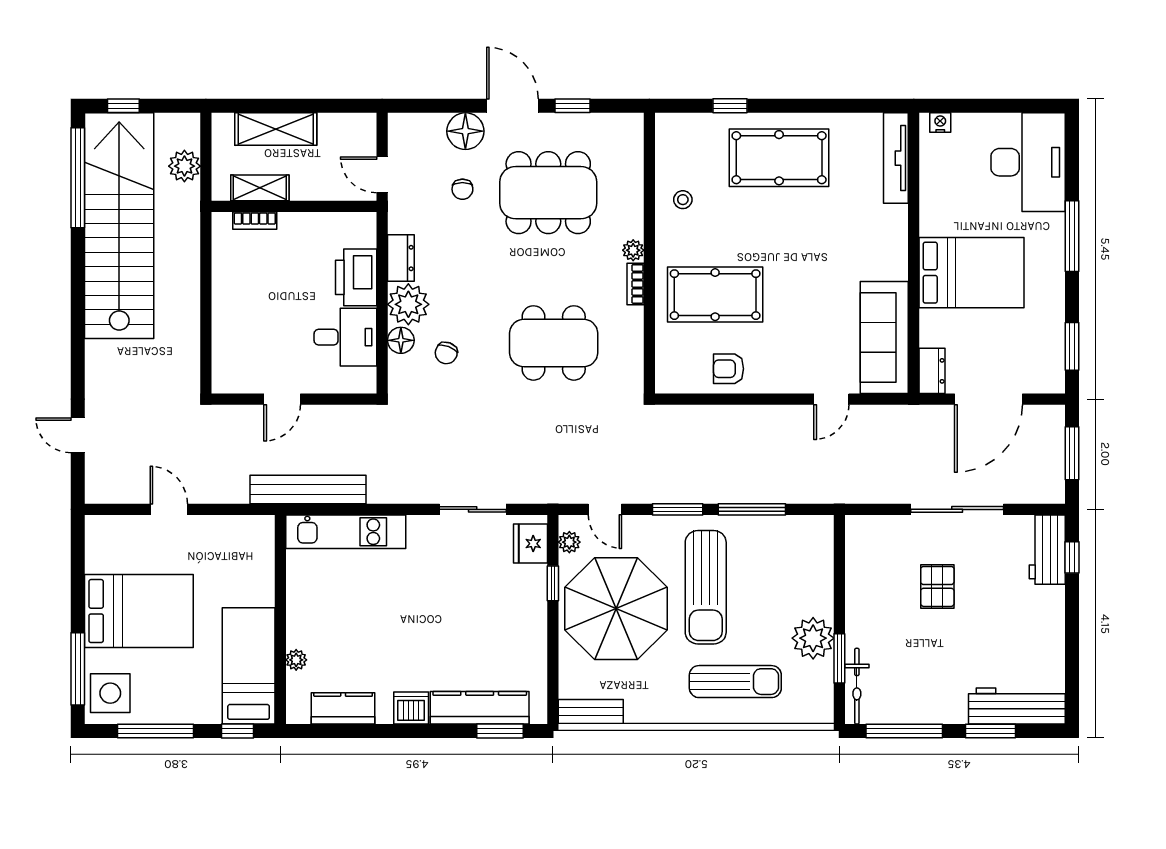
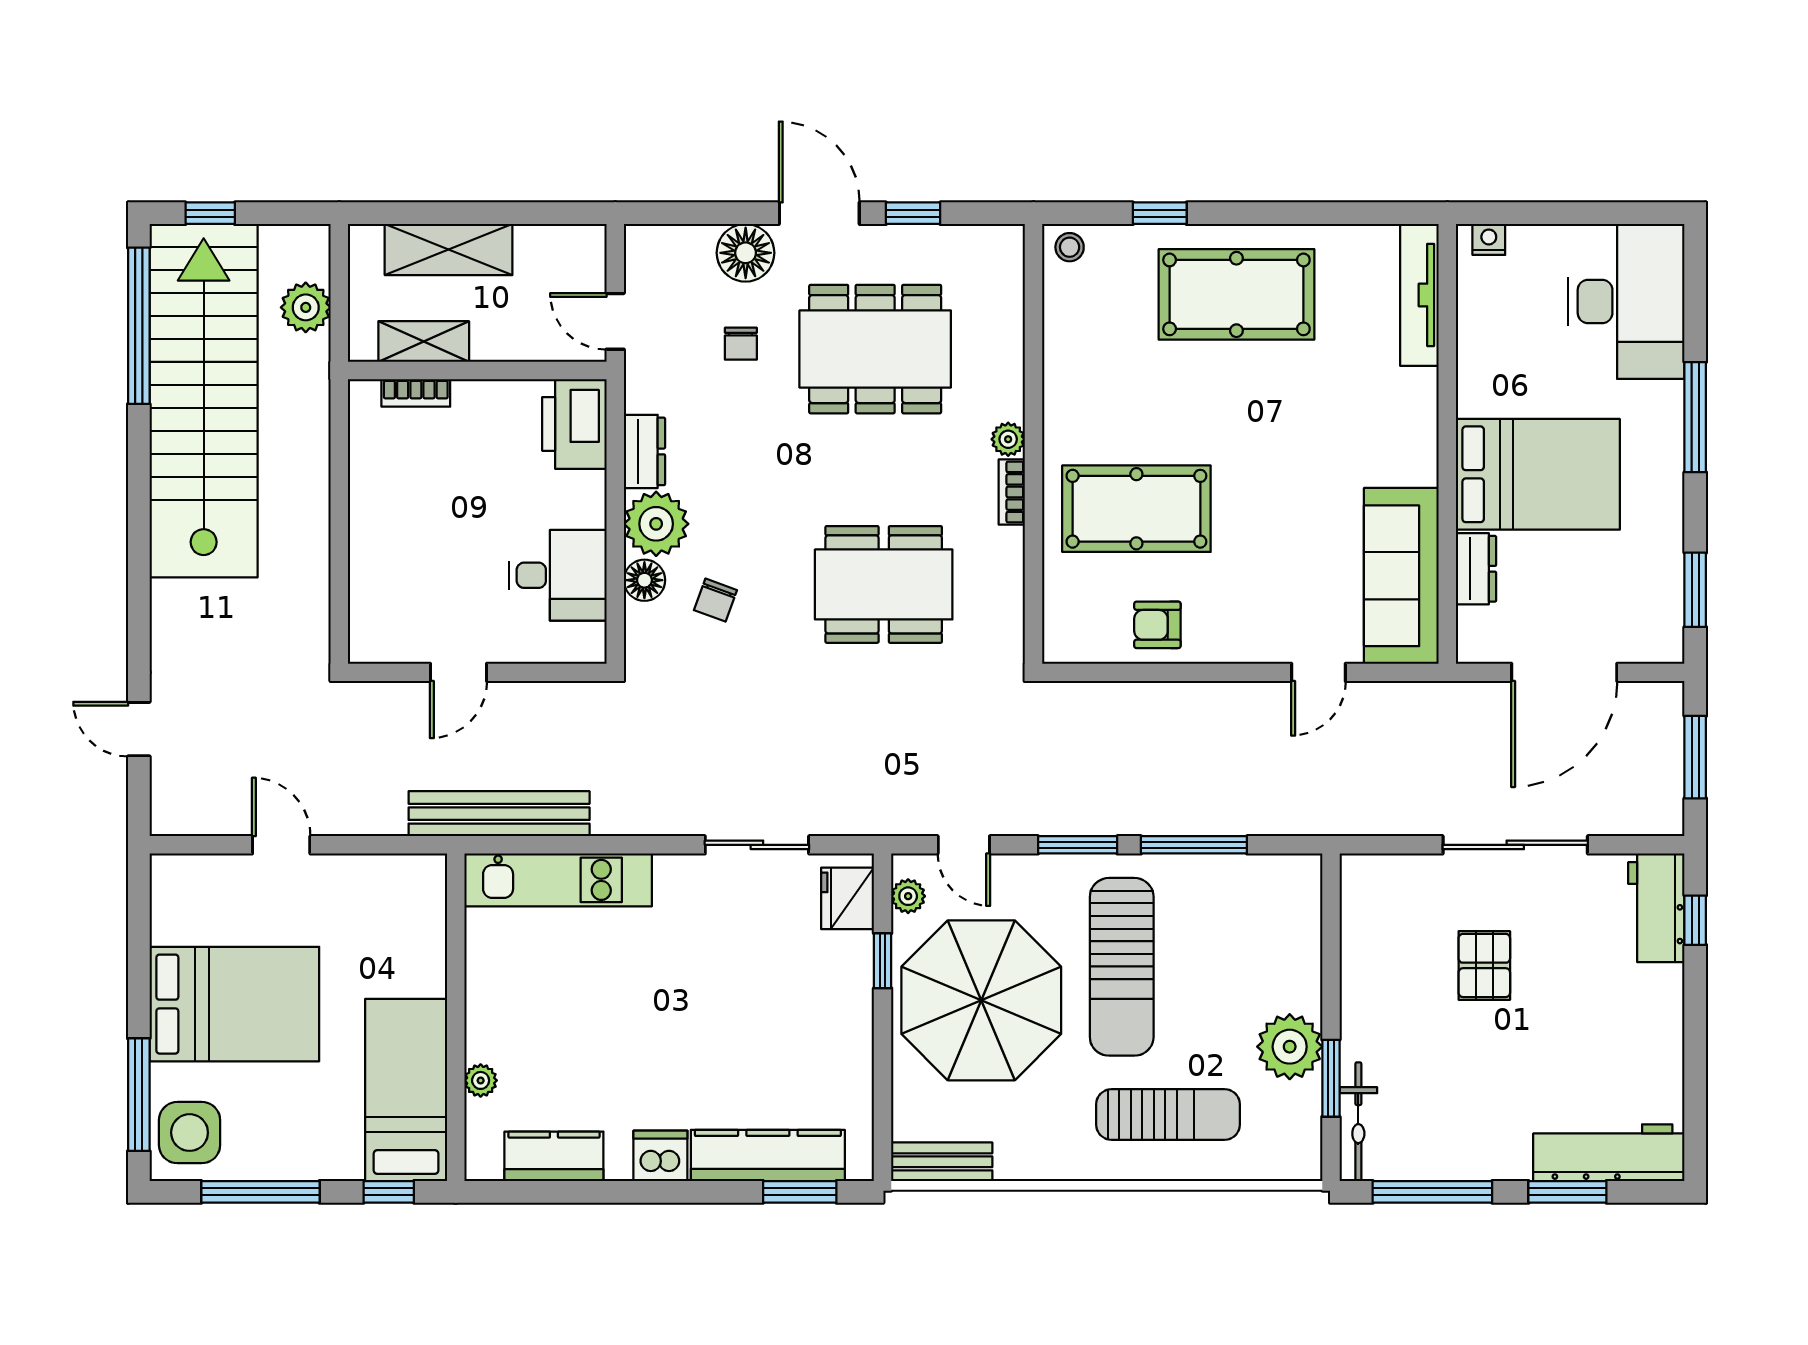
stool: (683, 200) -> (1070, 247), moved
printer: (356, 277) -> (574, 424), moved
dresser: (932, 371) -> (1476, 569), moved

